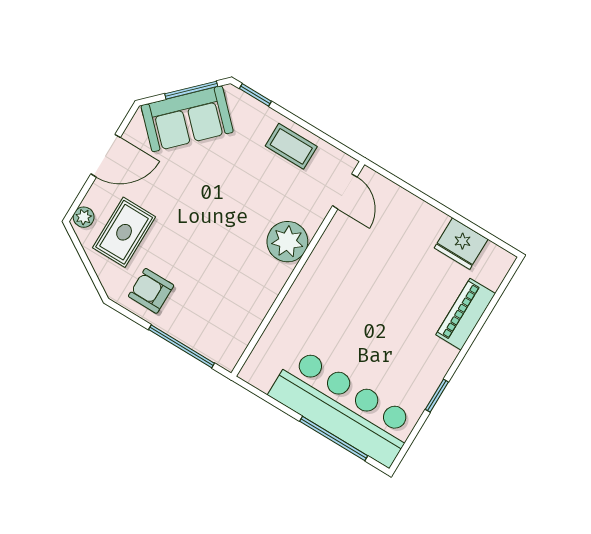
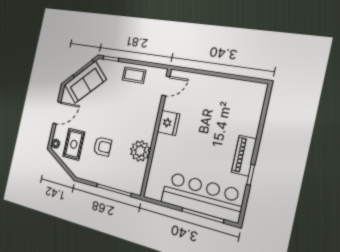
door: (345, 191) -> (166, 86), hinge flipped
plant: (287, 242) -> (140, 151), moved
fridge: (461, 244) -> (169, 123), moved, turned -90
armchair: (151, 291) -> (102, 147), moved, turned 180
piano: (466, 314) -> (244, 156), moved

